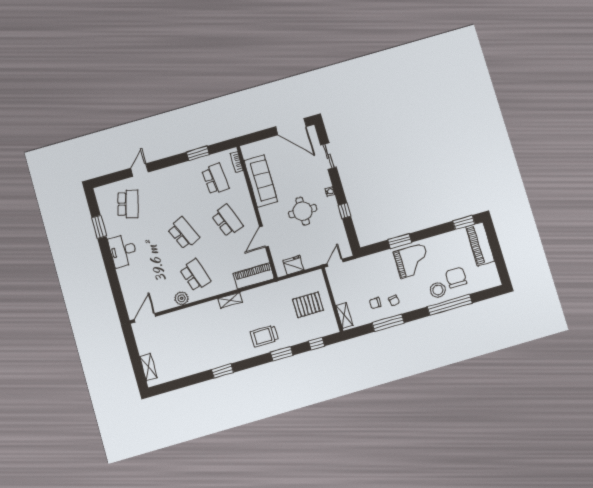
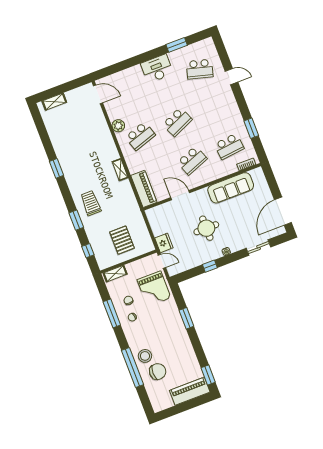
grand piano: (412, 261) -> (154, 289), moved
fridge: (293, 265) -> (164, 243), moved

